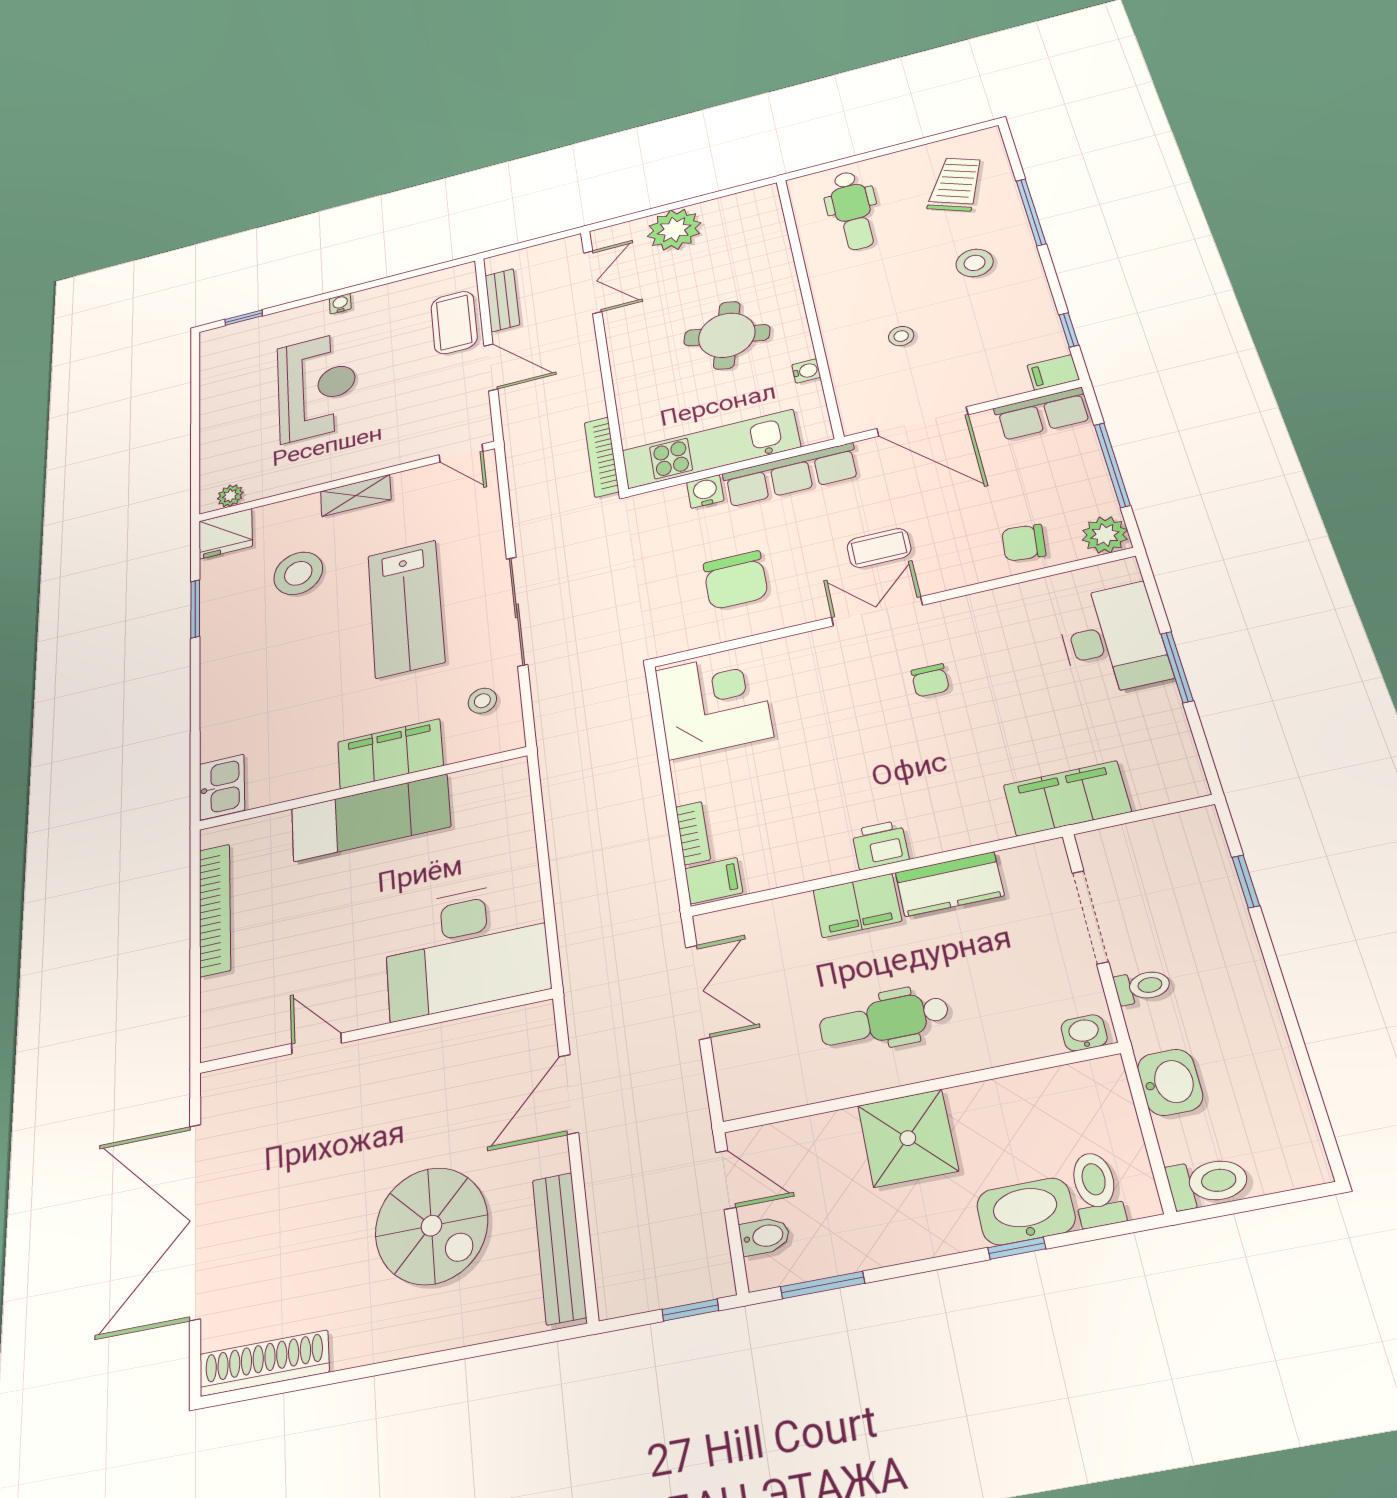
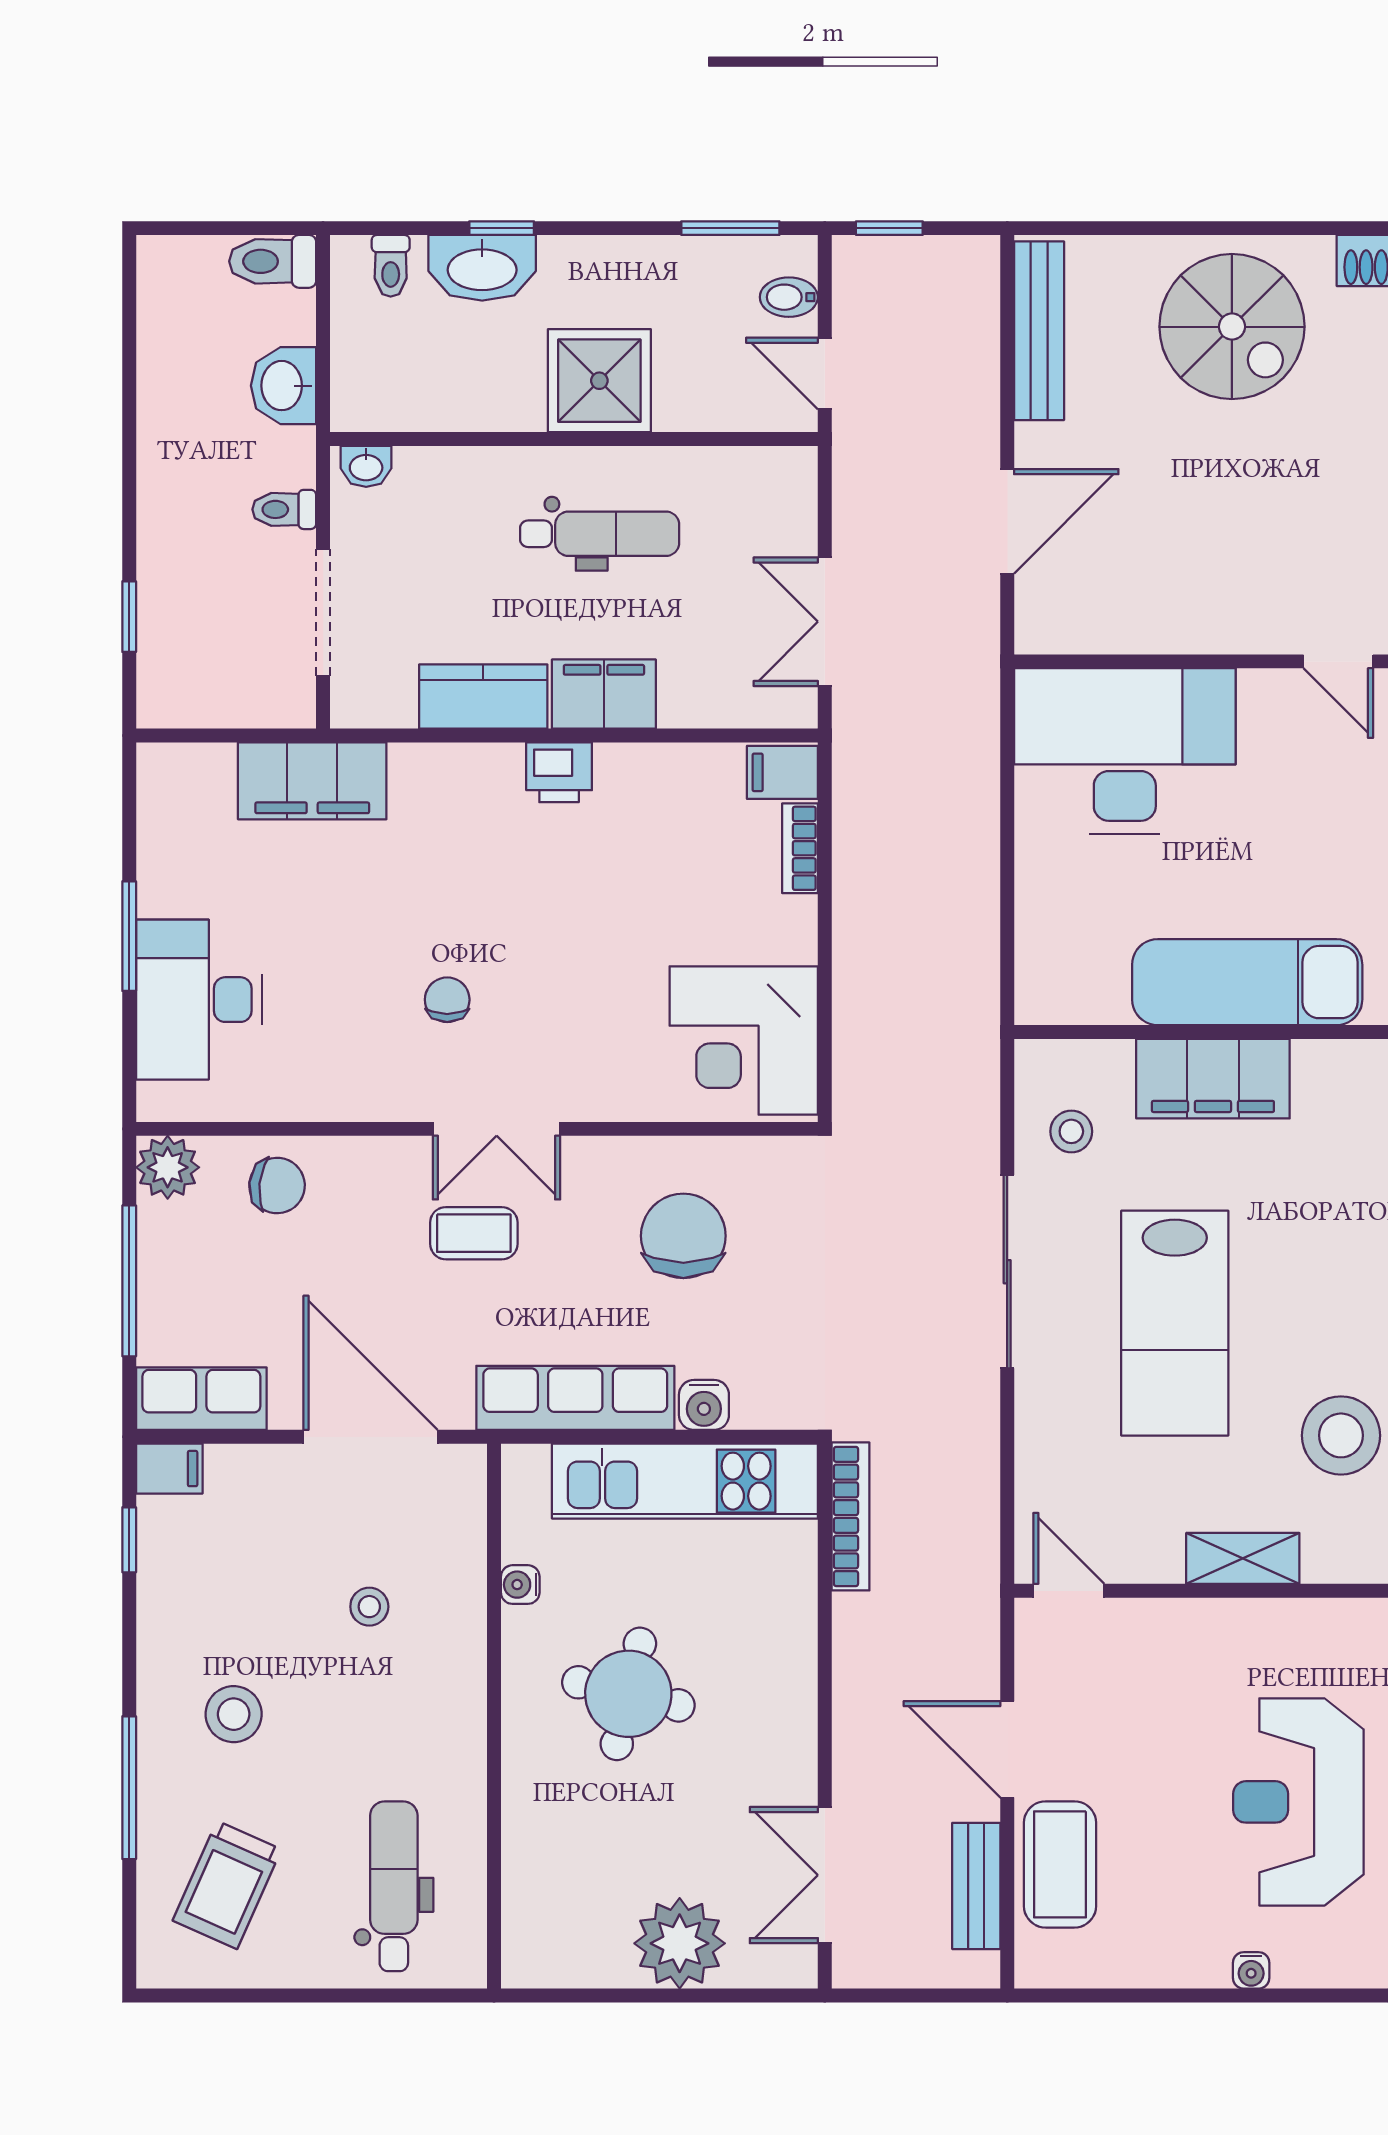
lab bench: (406, 608) -> (1175, 1323), turned 180
toilet: (1096, 1189) -> (391, 266), width x0.73, depth x0.72
spiral stairs: (431, 1226) -> (1232, 327), moved, turned 180

